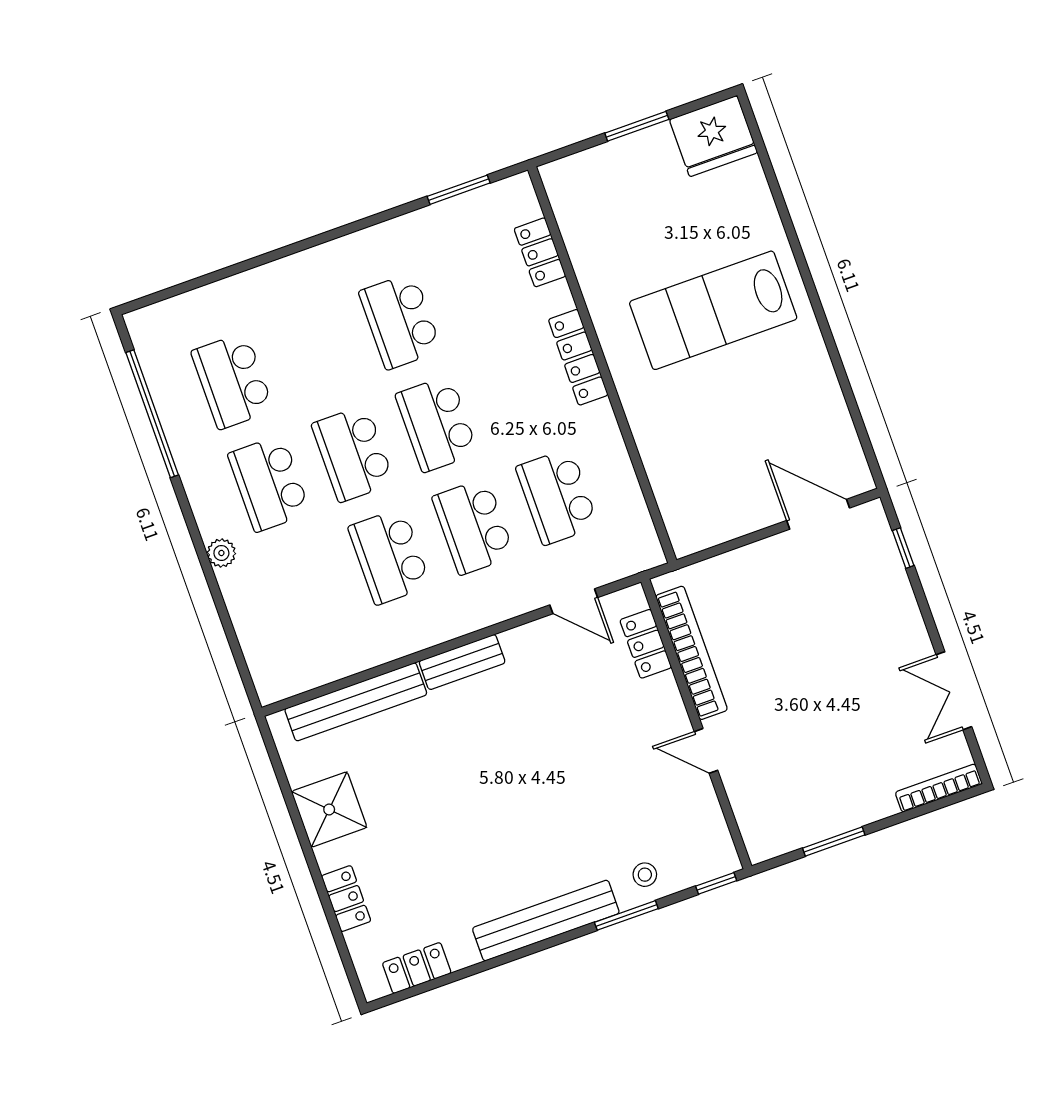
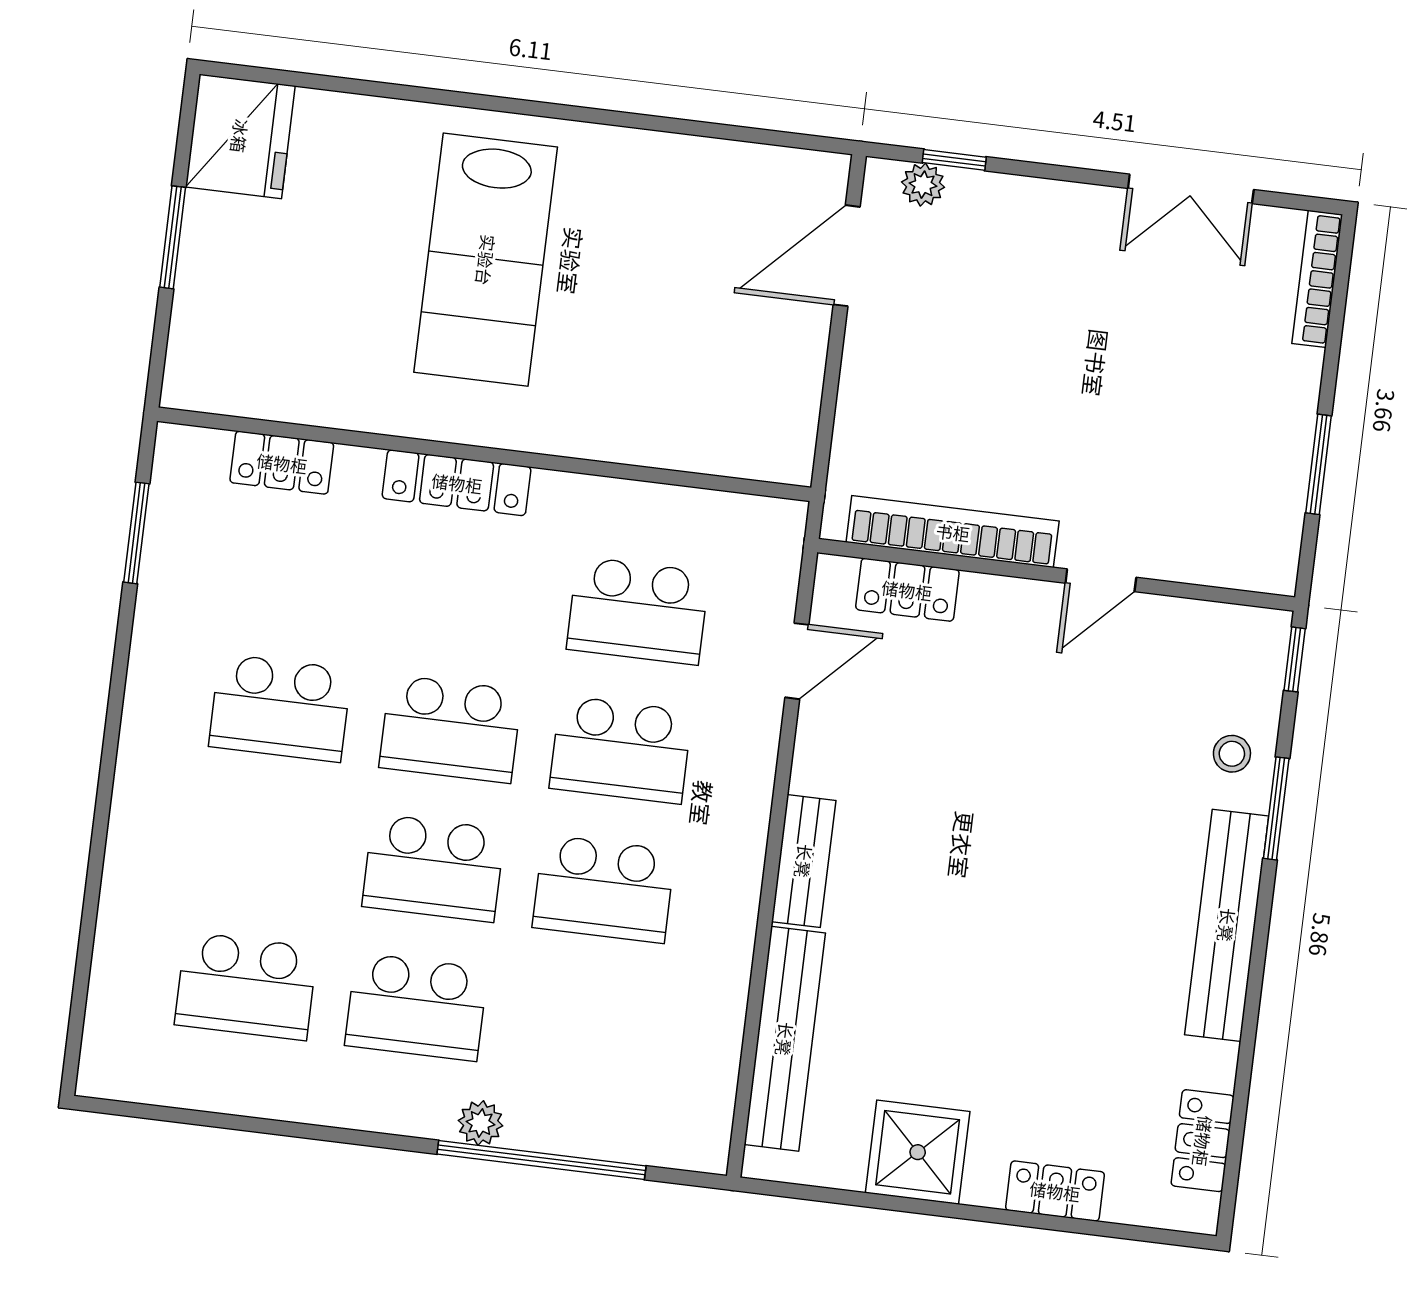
window: (152, 414) -> (541, 1160), moved
plant: (880, 537) -> (923, 185), added

